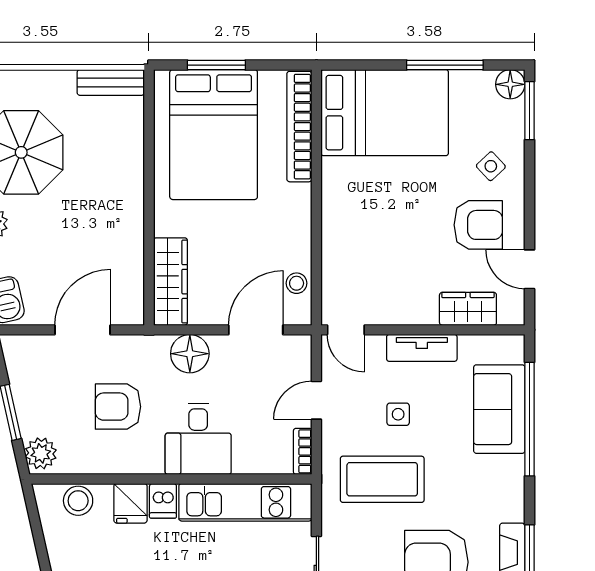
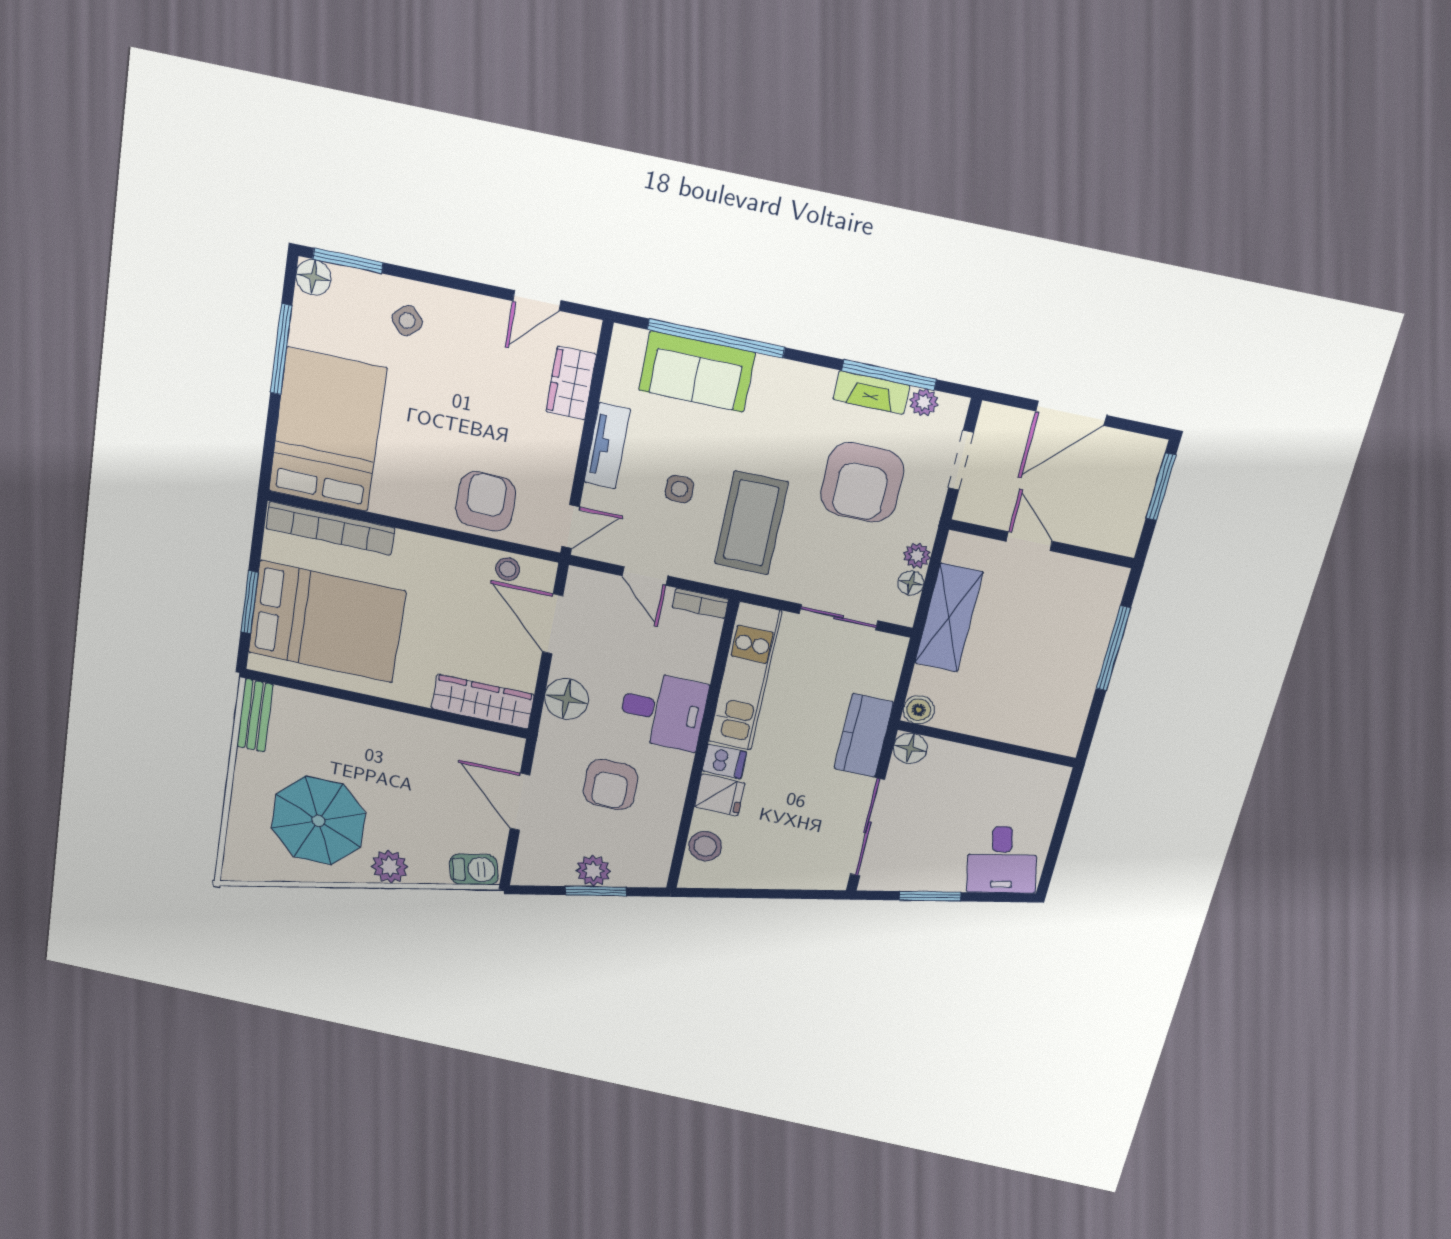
armchair: (478, 225) -> (486, 501), moved
plant: (41, 453) -> (593, 871), moved

